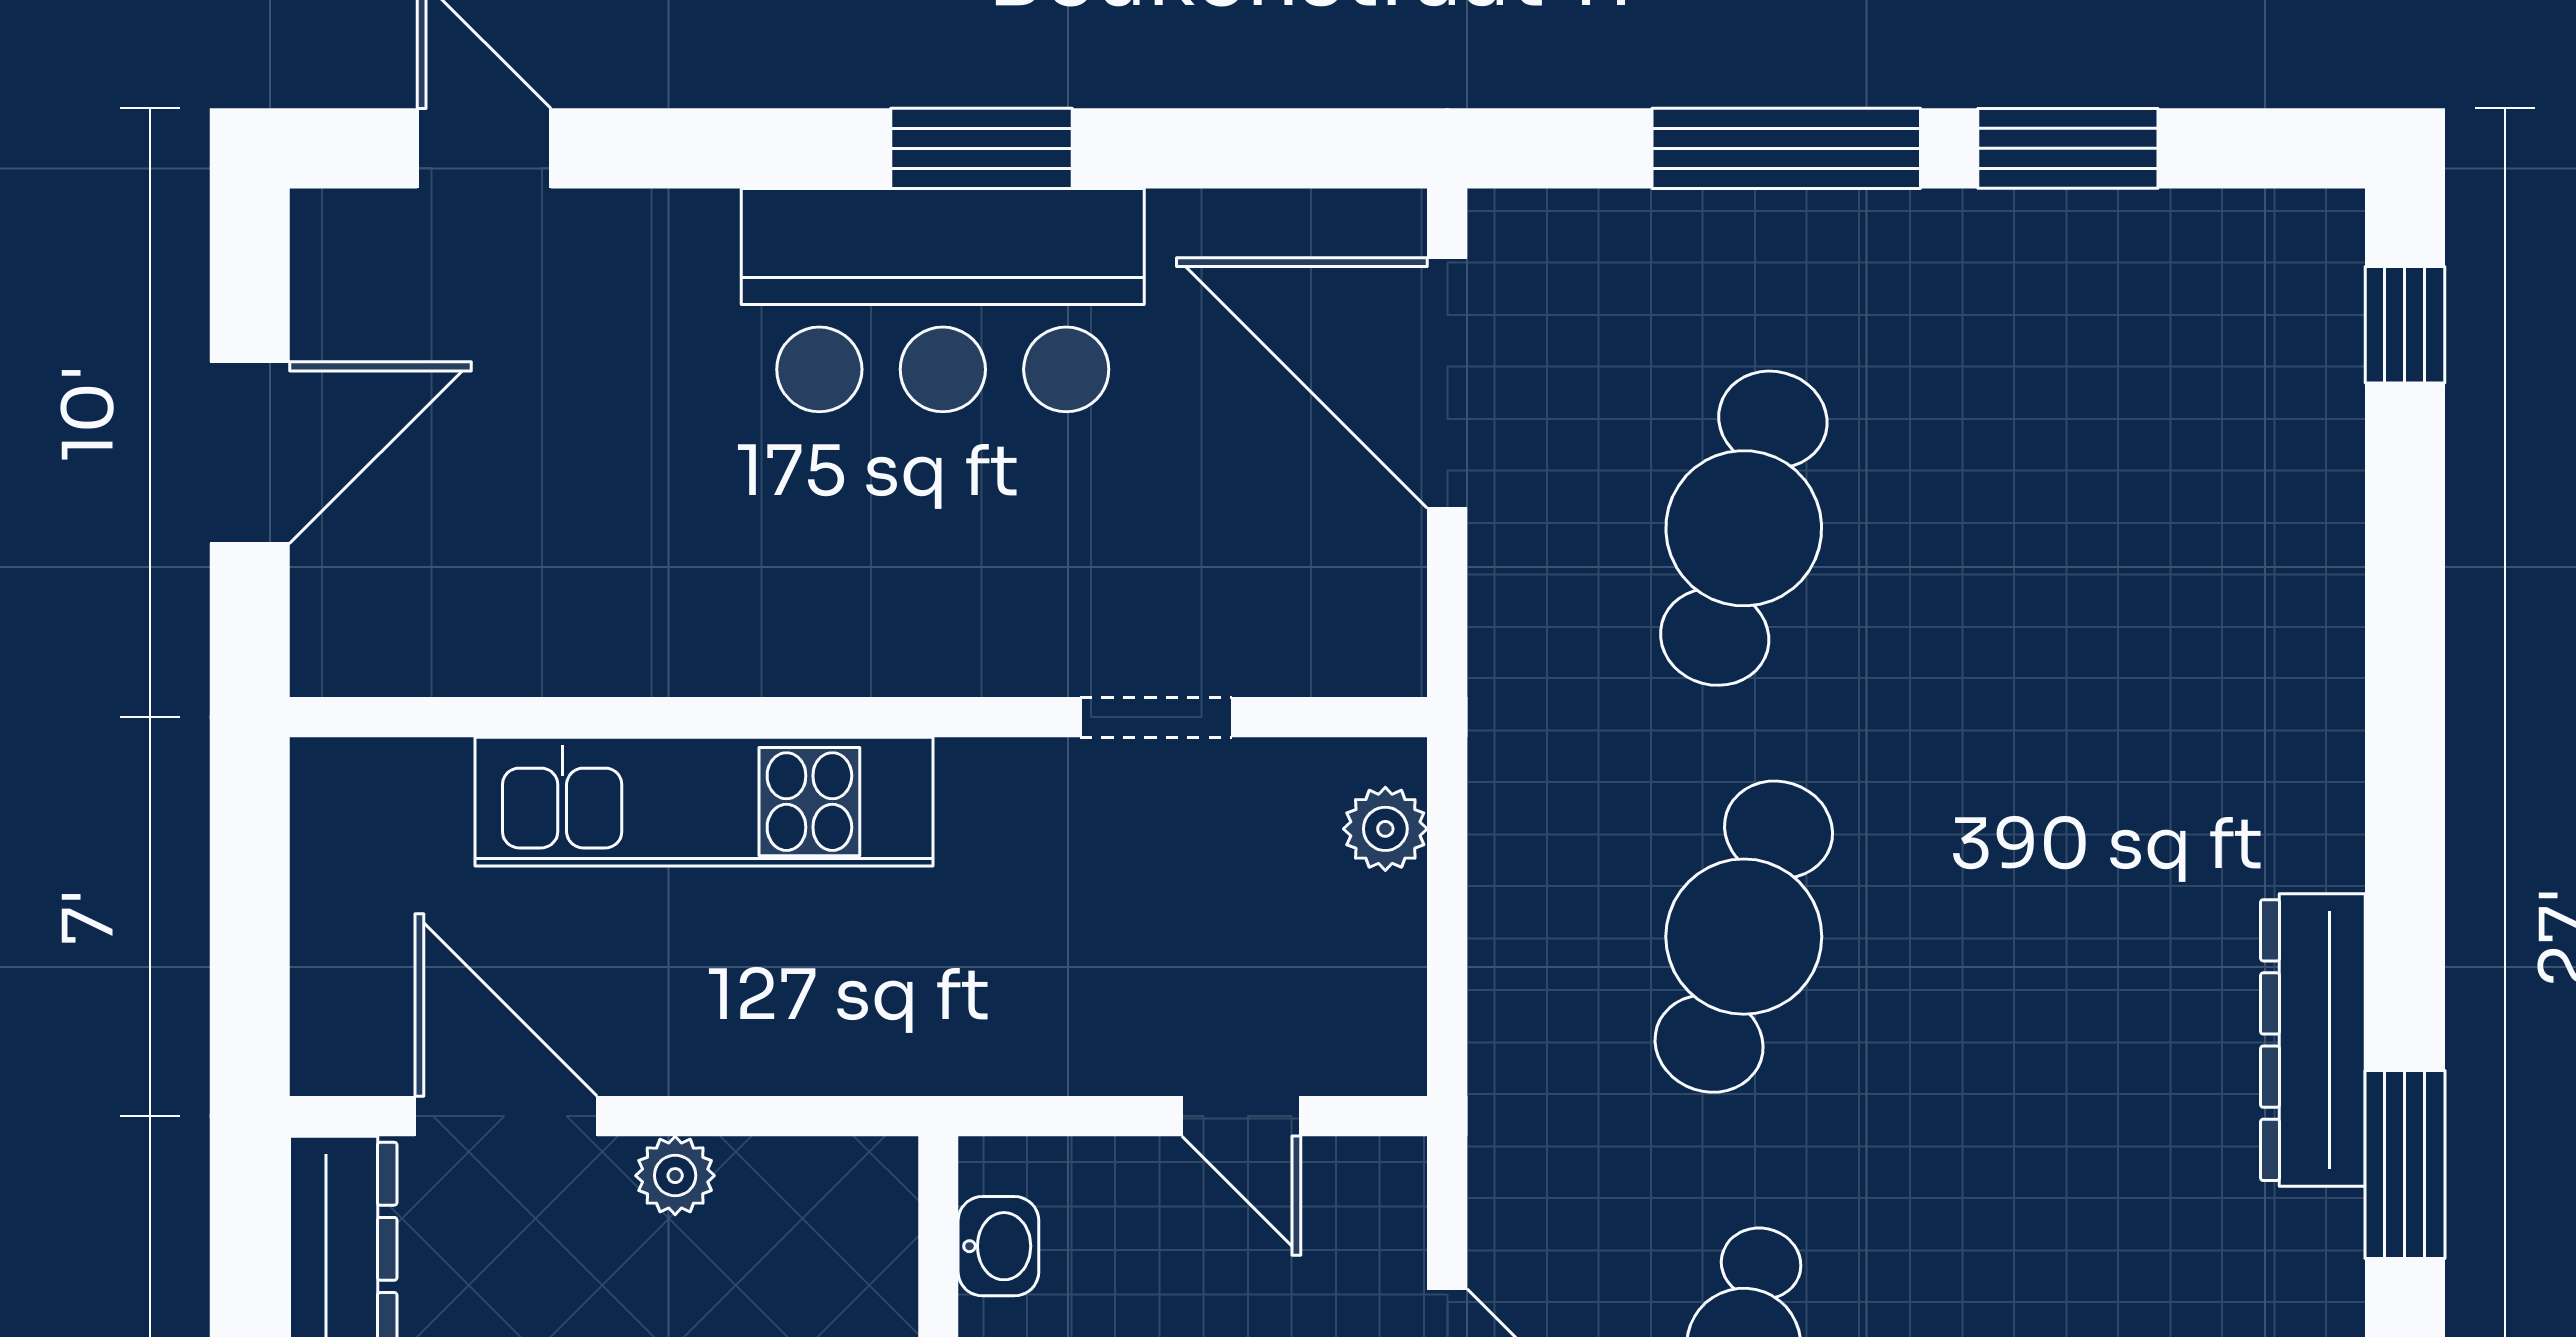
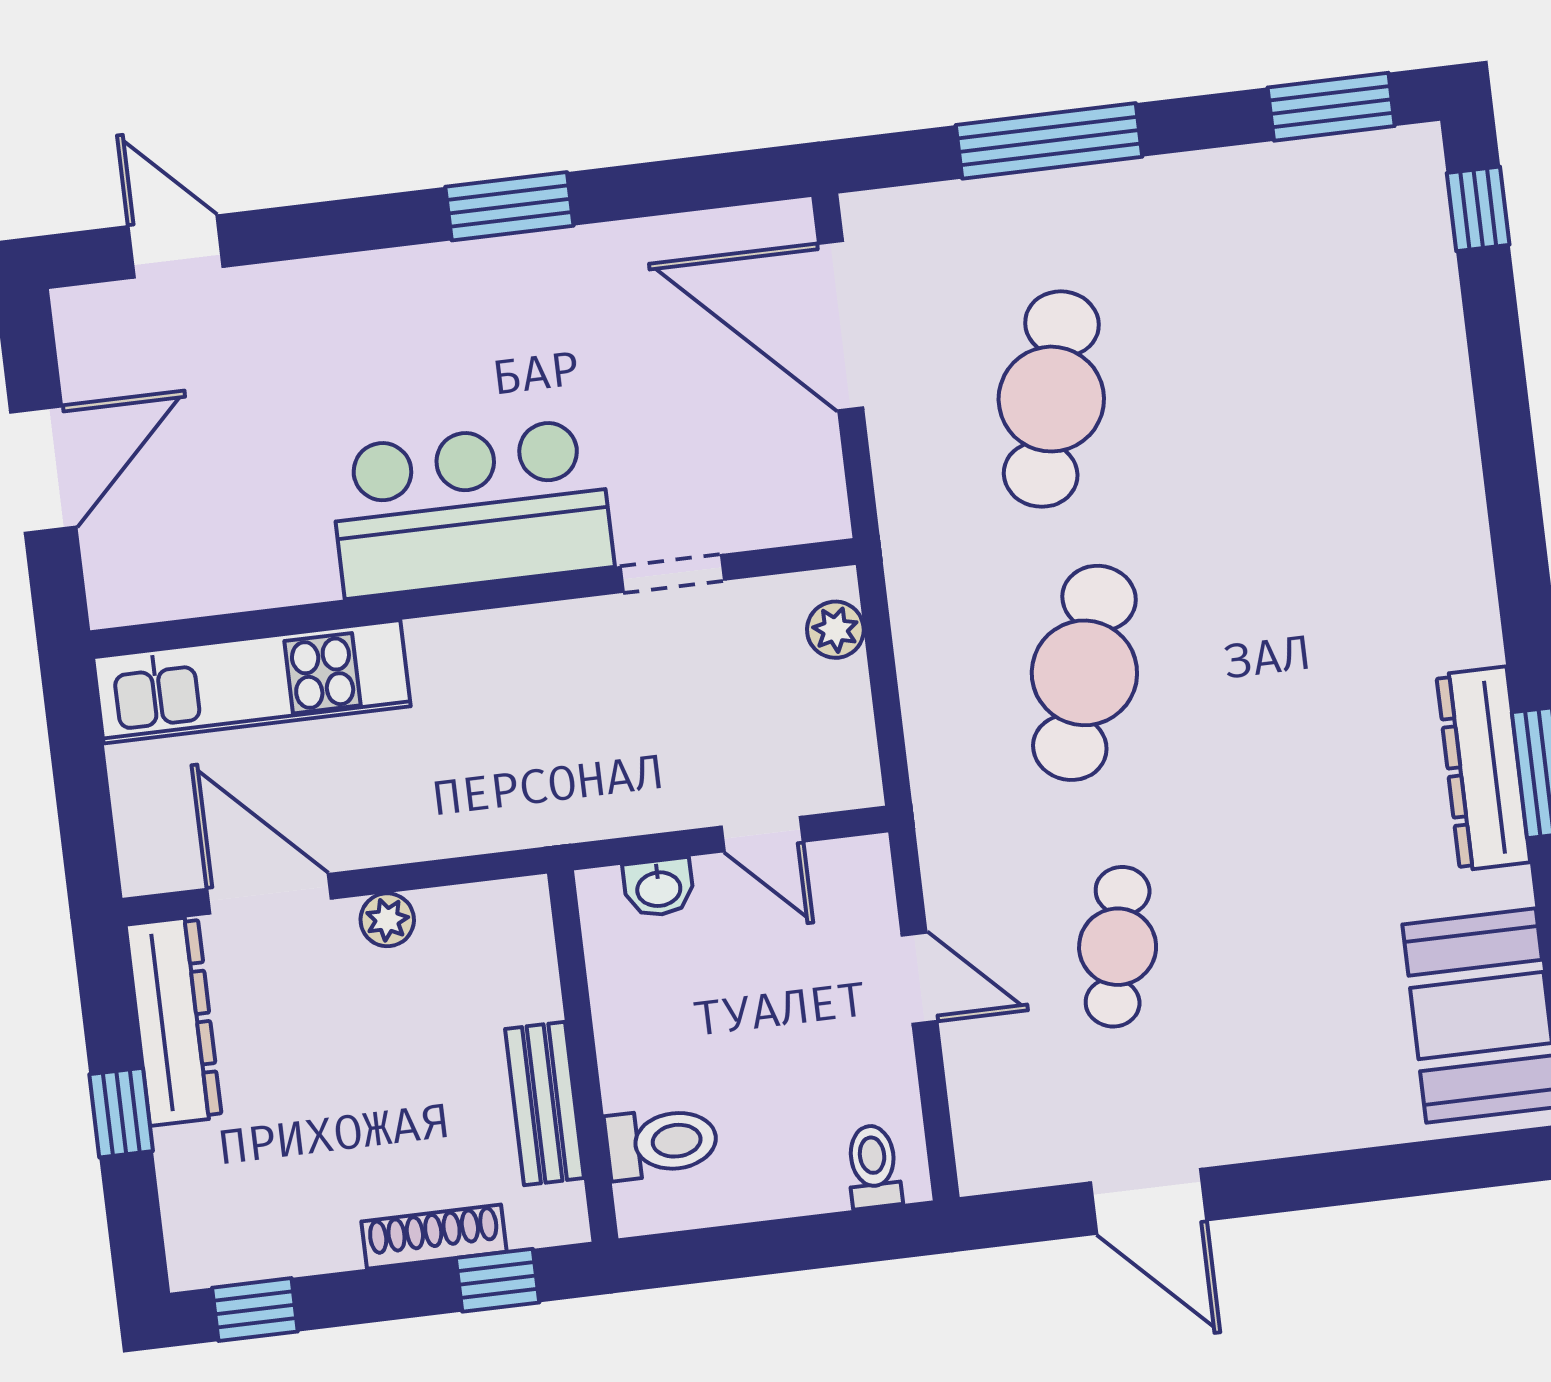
window: (2068, 148) -> (1331, 107), moved
bar counter: (943, 300) -> (471, 508), moved, turned 180
kitchen unit: (704, 802) -> (252, 682), moved
dresser: (2313, 1040) -> (1483, 769), moved
washbasin: (998, 1246) -> (659, 888), moved, turned 90

